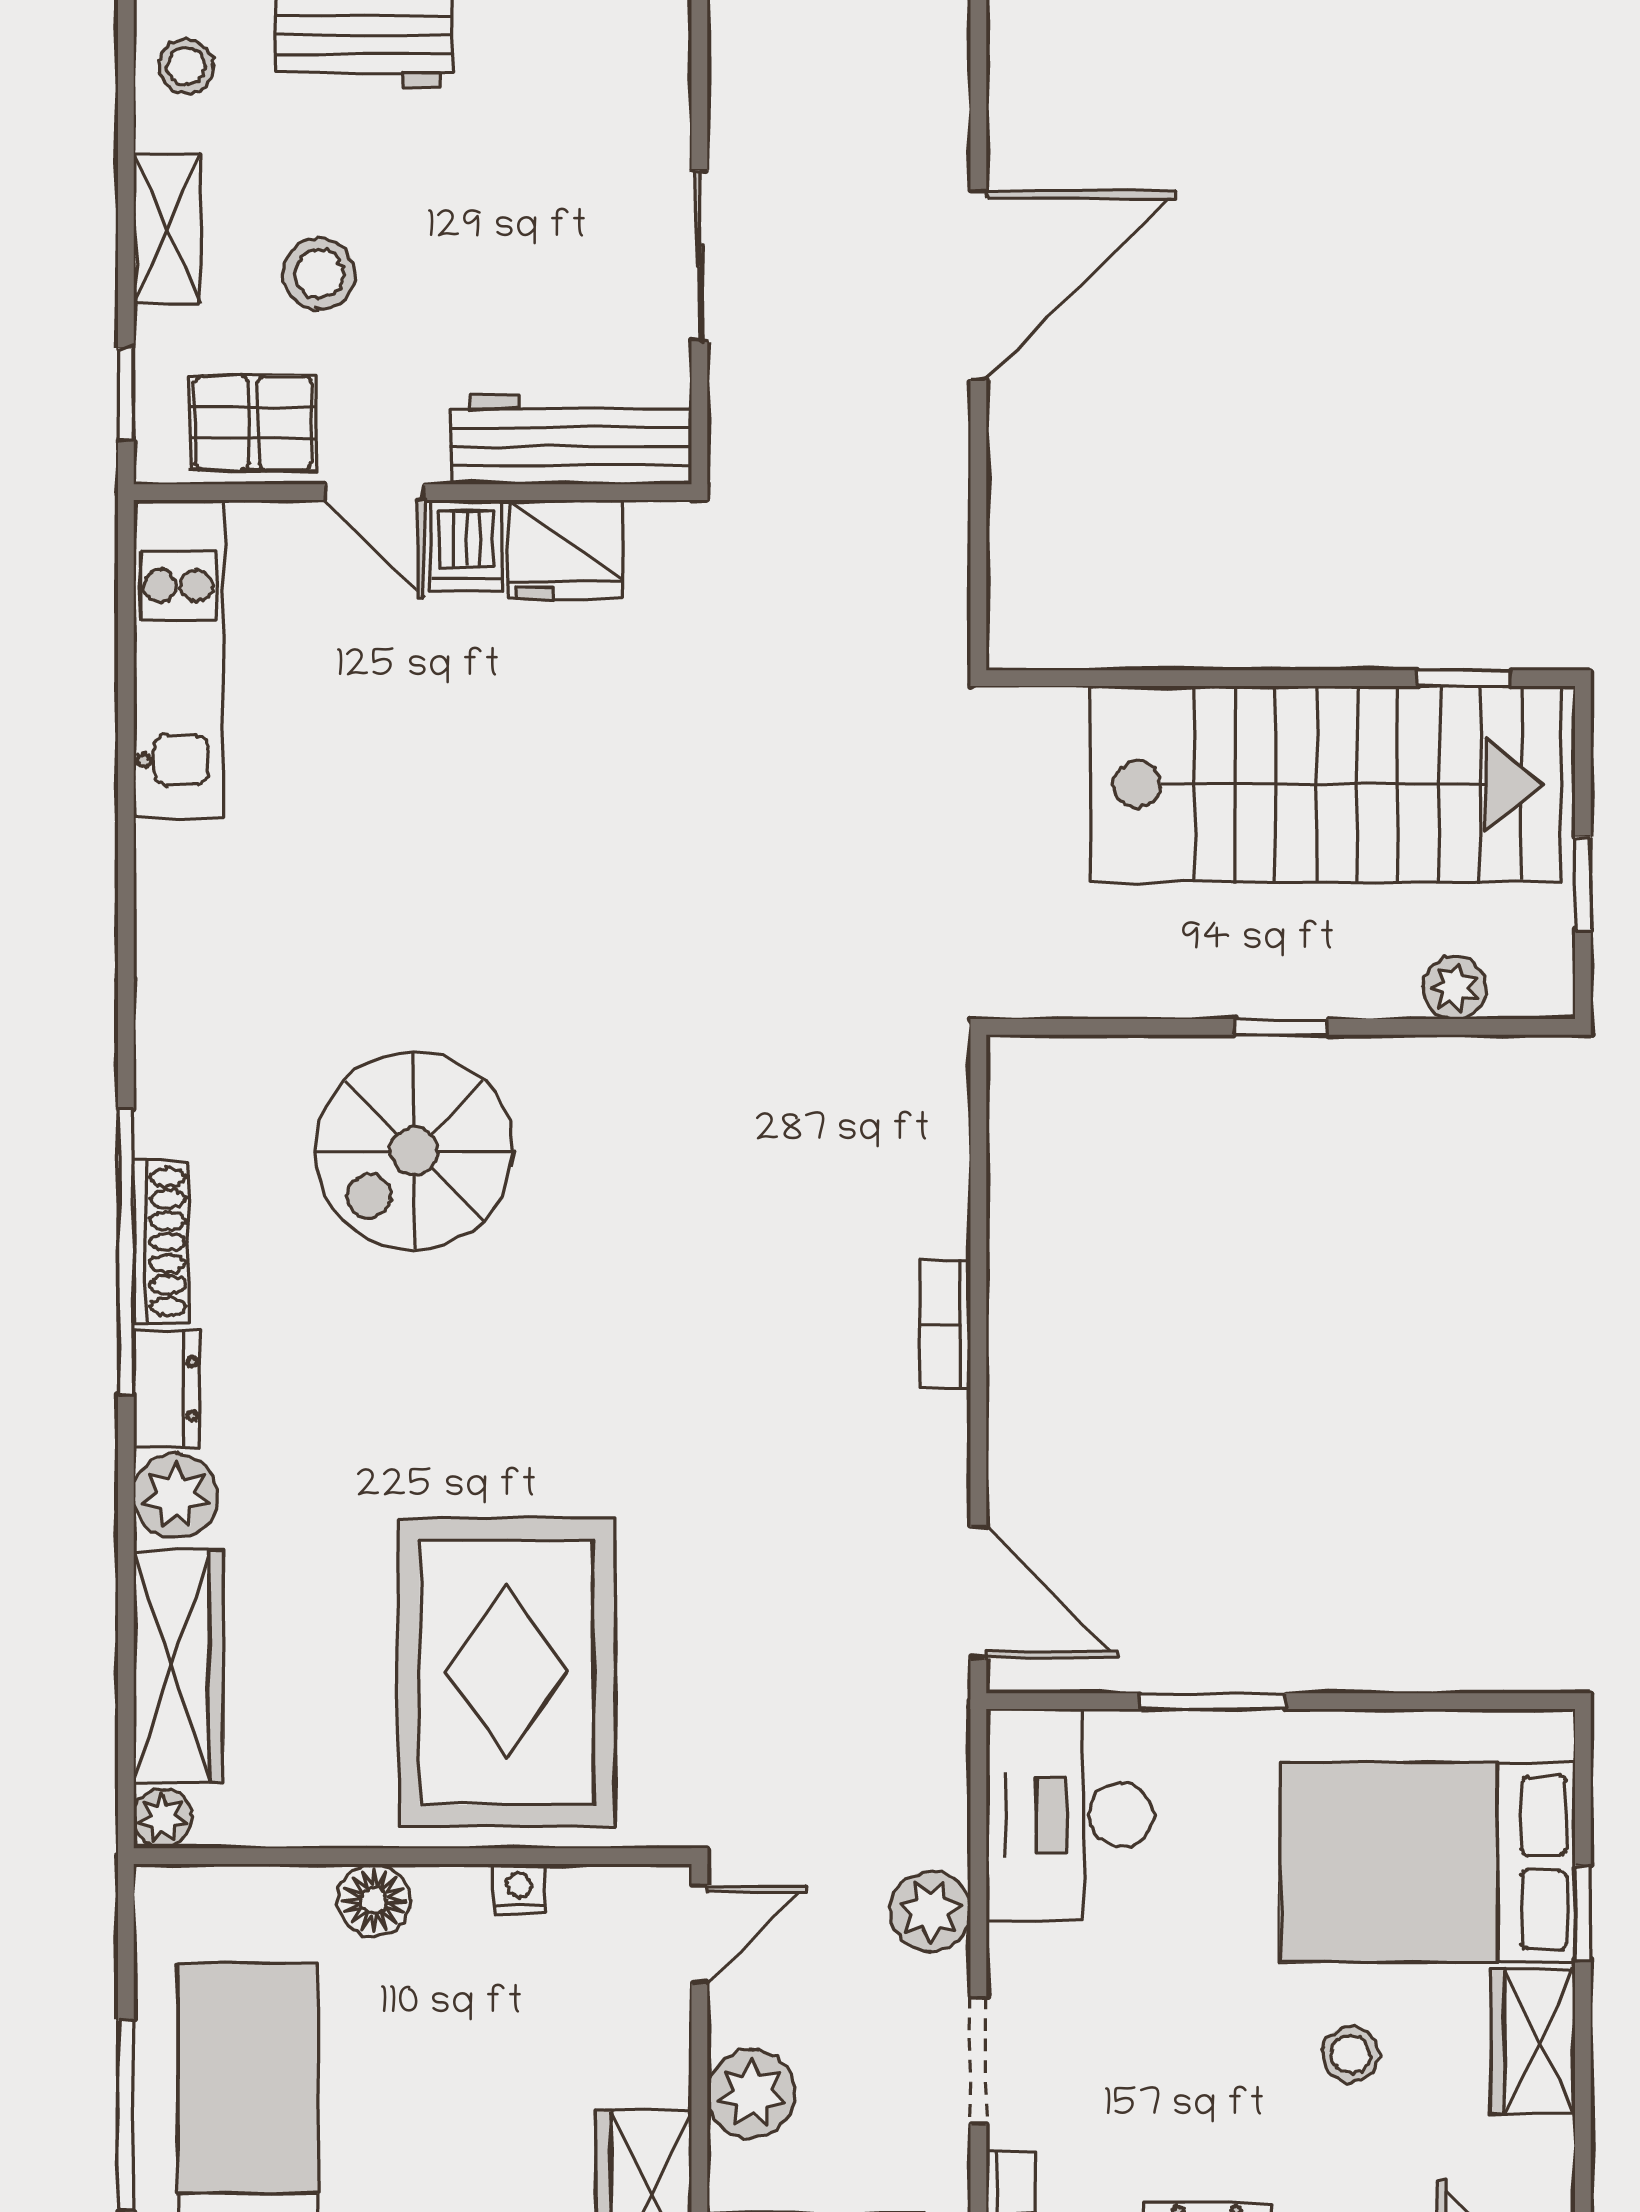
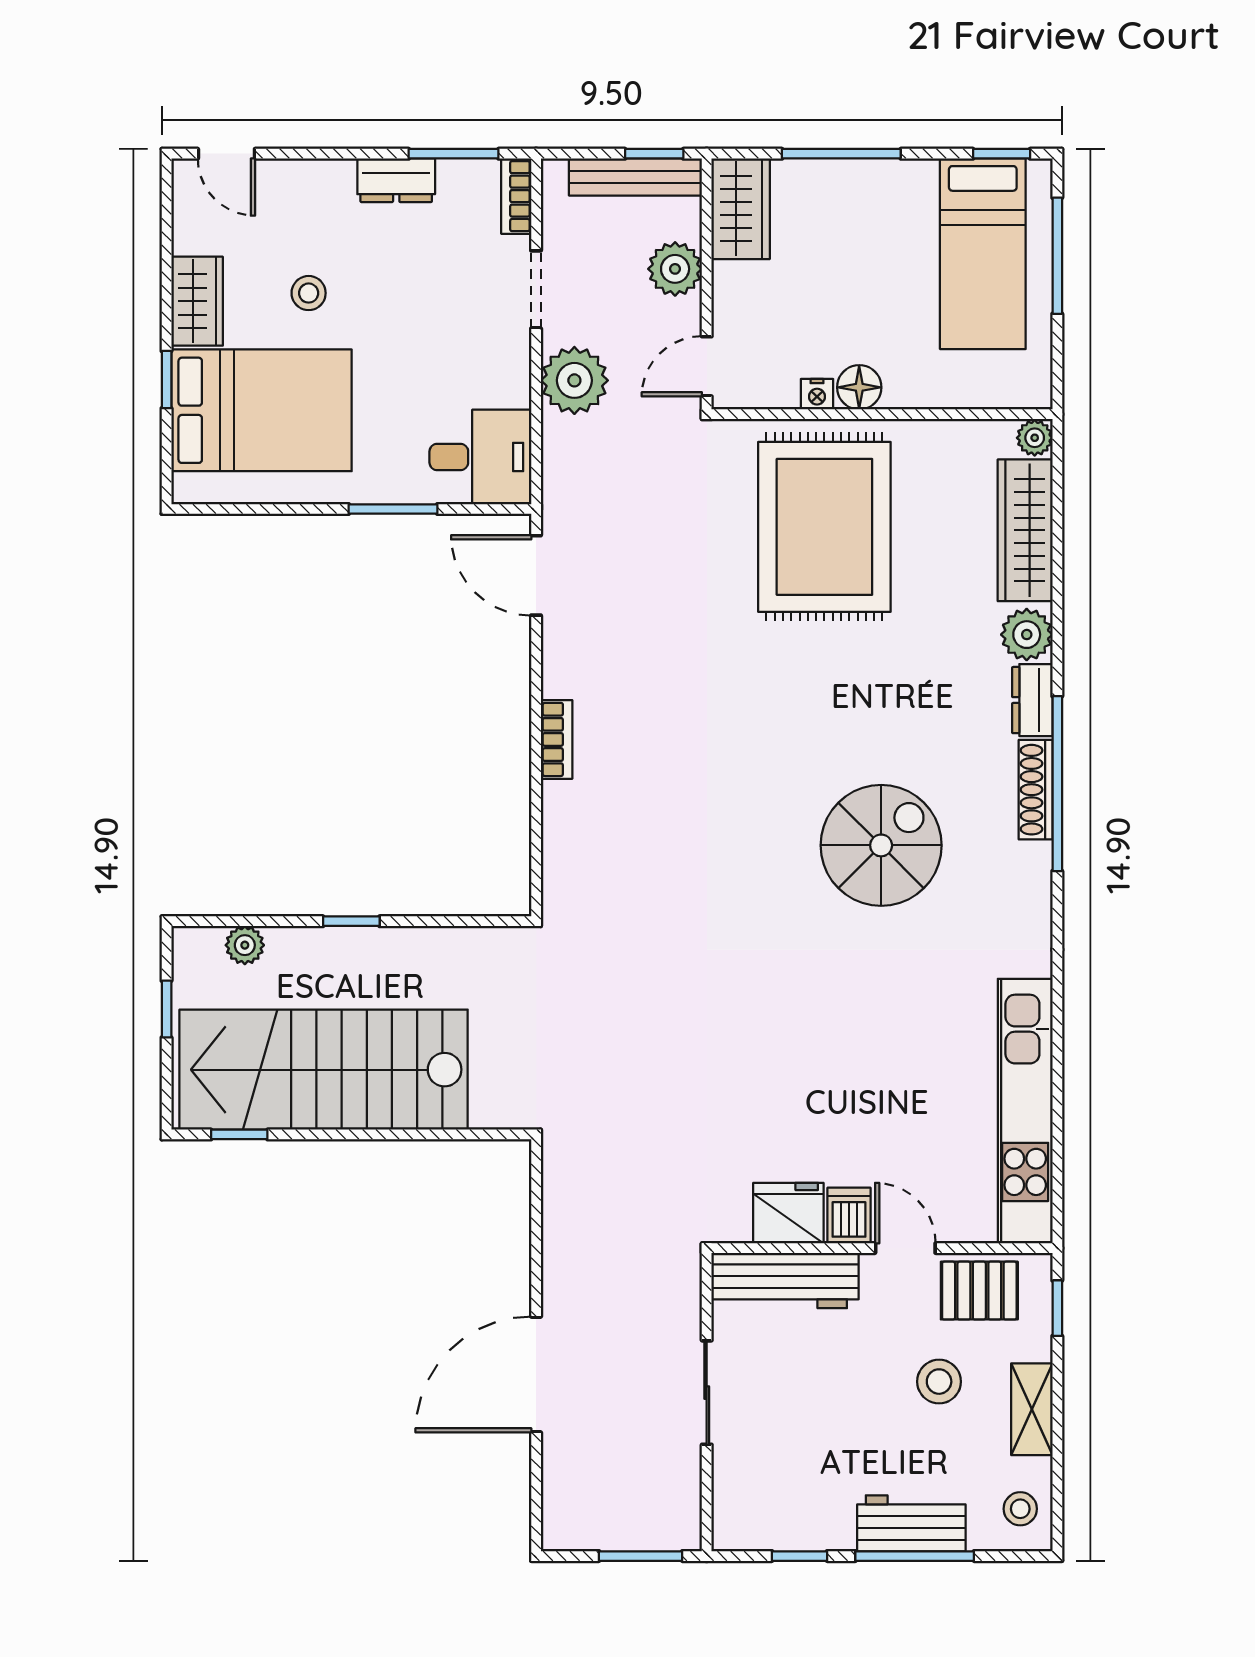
kitchen unit: (178, 659) -> (1025, 1111), width x1.36
desk: (1069, 1815) -> (480, 457), width x0.73
floor lamp: (374, 1900) -> (859, 387), moved
plant: (930, 1911) -> (574, 380), width x1.36, depth x1.36

